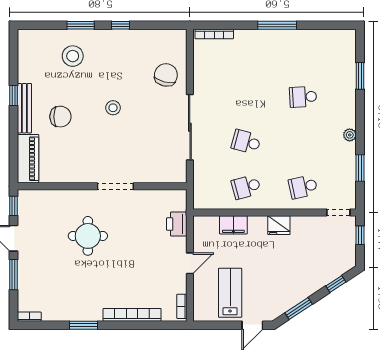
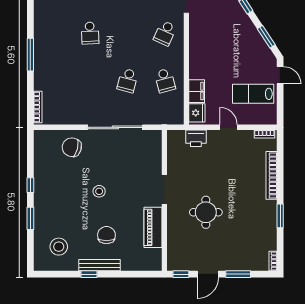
stool: (73, 56) -> (59, 247), moved
piano: (28, 159) -> (153, 227), moved, turned -90
school desk: (303, 187) -> (165, 33), turned 36
fridge: (279, 225) -> (197, 113), moved

